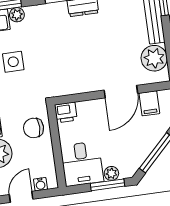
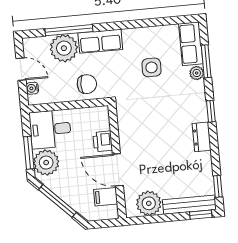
printer: (66, 112) -> (103, 141), moved
chair: (34, 128) -> (87, 84), turned 90
plant: (111, 173) -> (46, 163), width x1.87, depth x1.87

